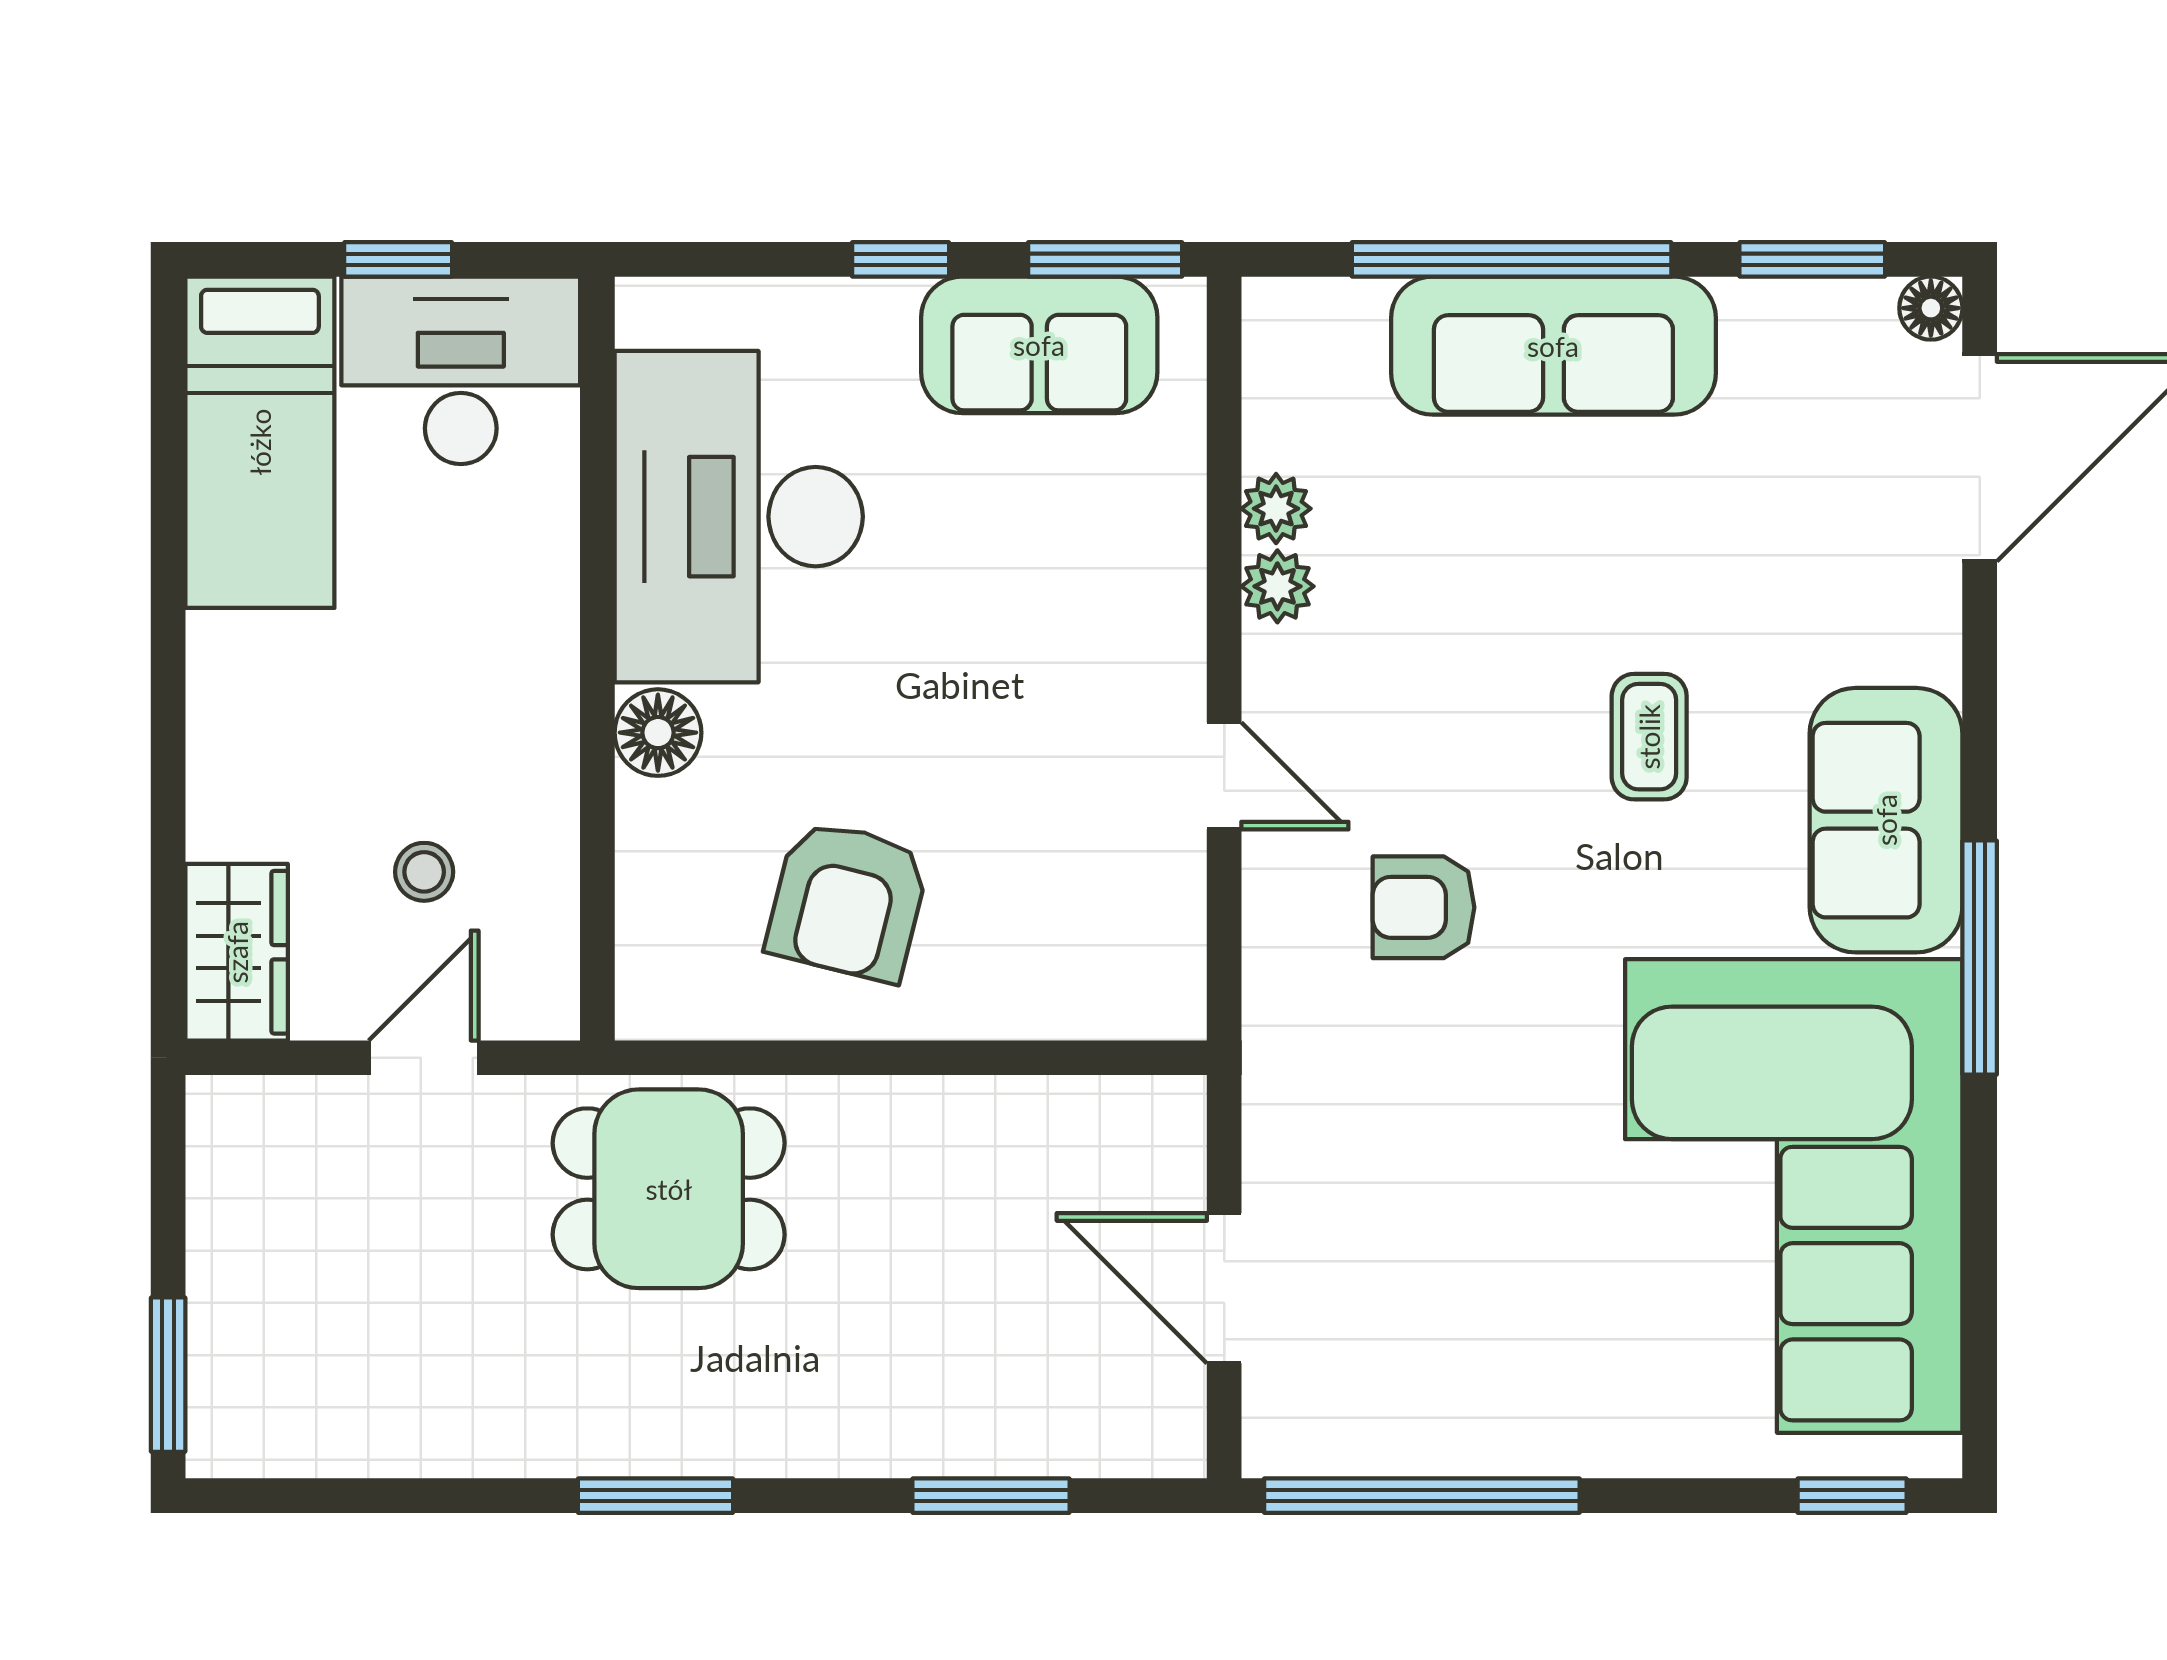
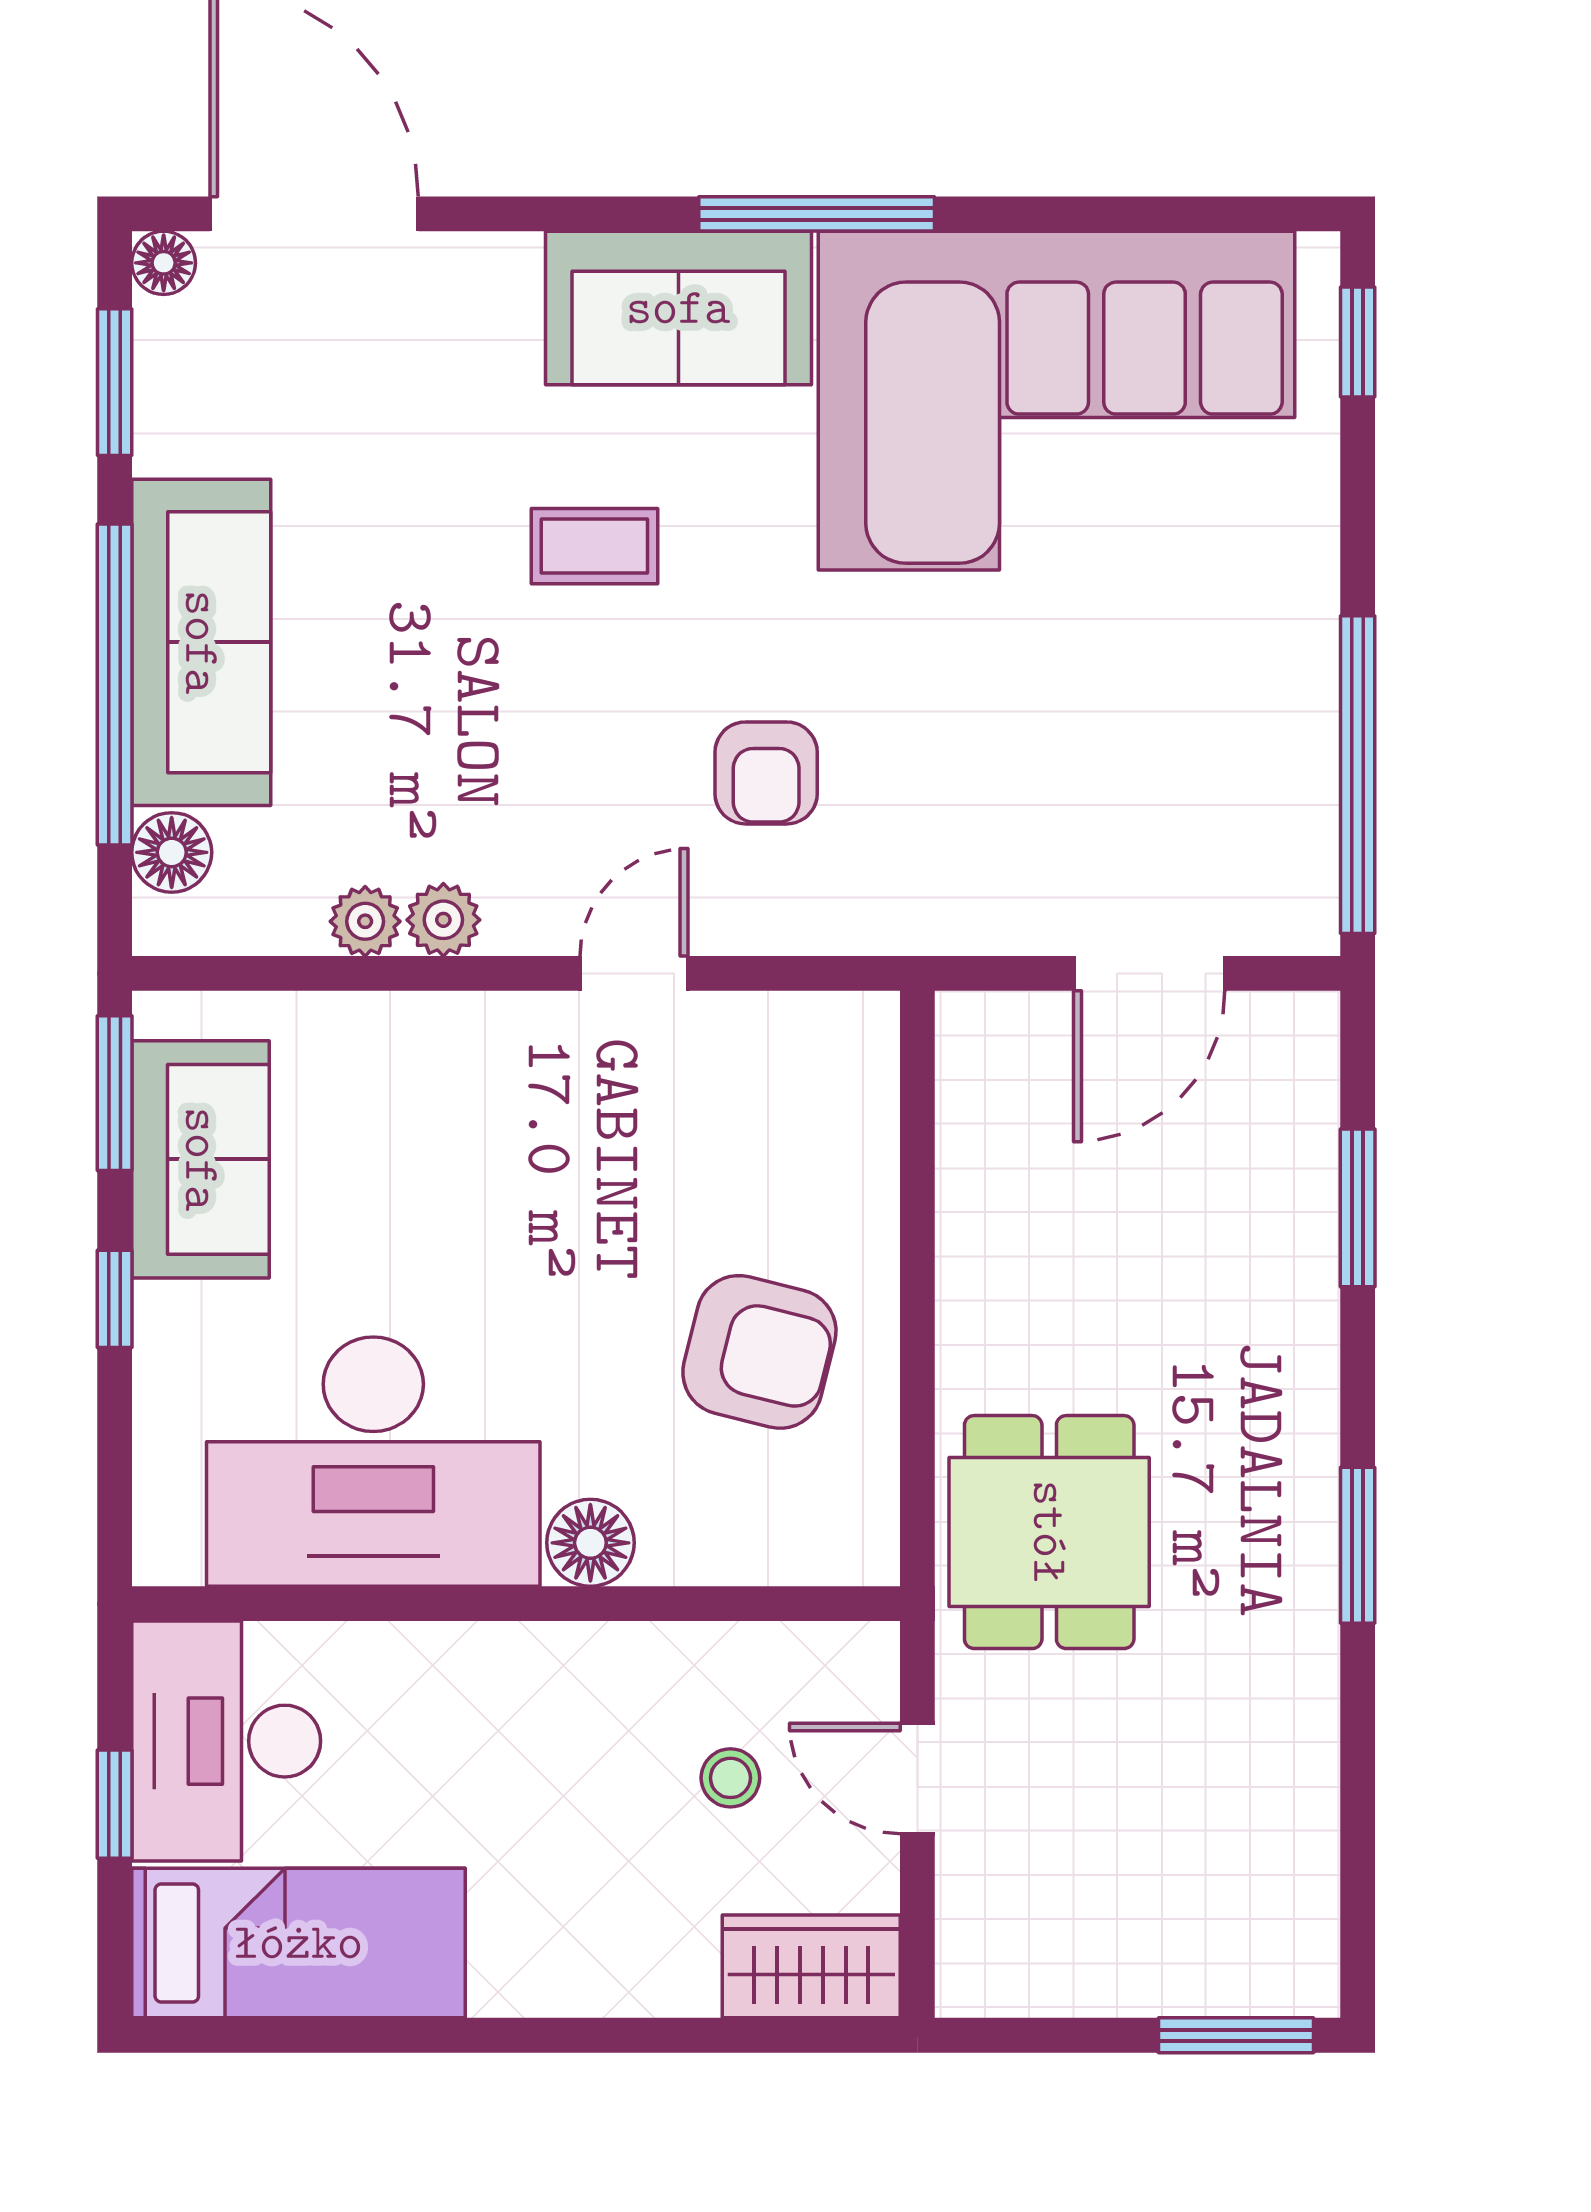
floor lamp: (1344, 316) -> (172, 852), added

